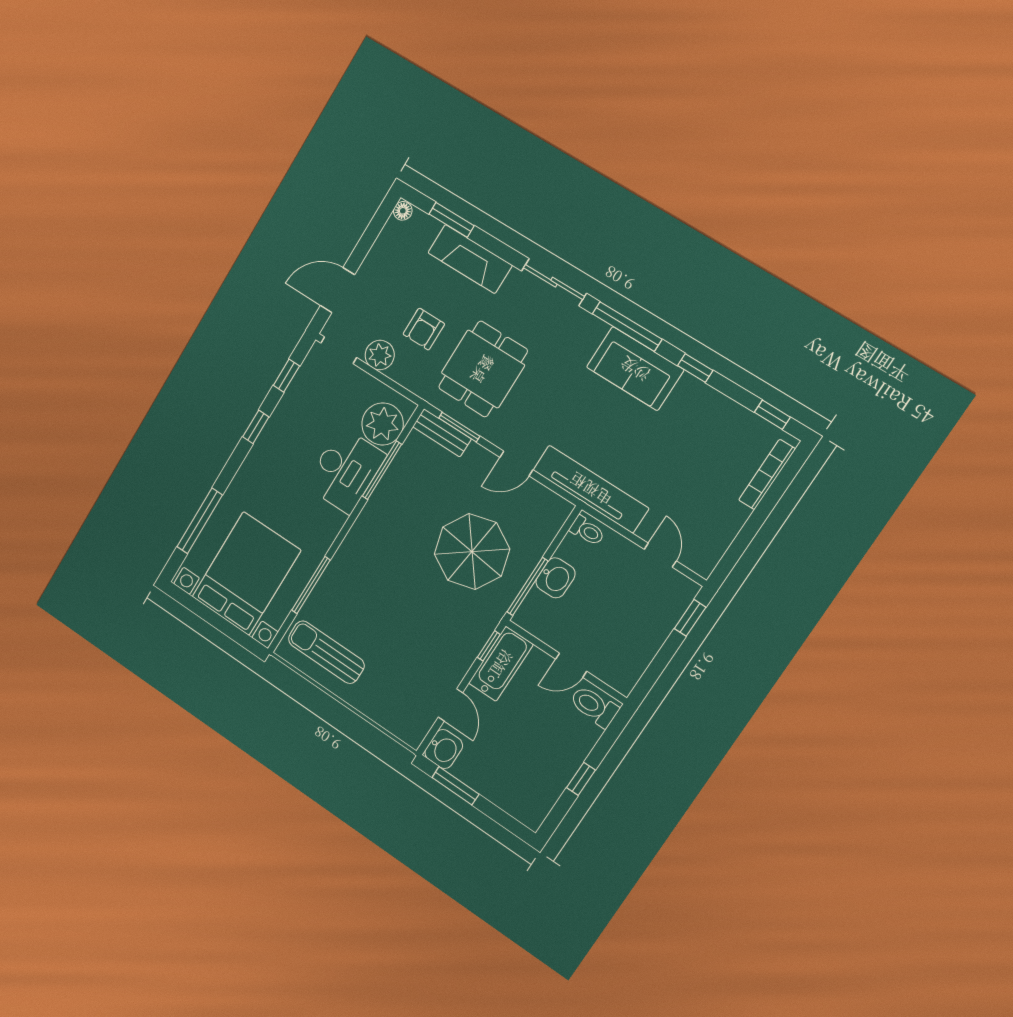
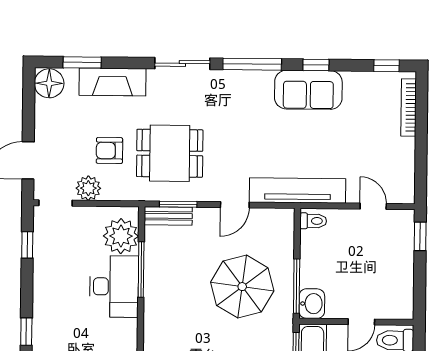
floor lamp: (403, 211) -> (49, 83), width x1.89, depth x1.89
armchair: (424, 329) -> (109, 151), turned 90
dining table: (483, 369) -> (170, 153), turned 90
sofa: (635, 369) -> (308, 90), moved
window: (256, 427) -> (26, 332), moved
washbasin: (556, 578) -> (312, 304), moved

